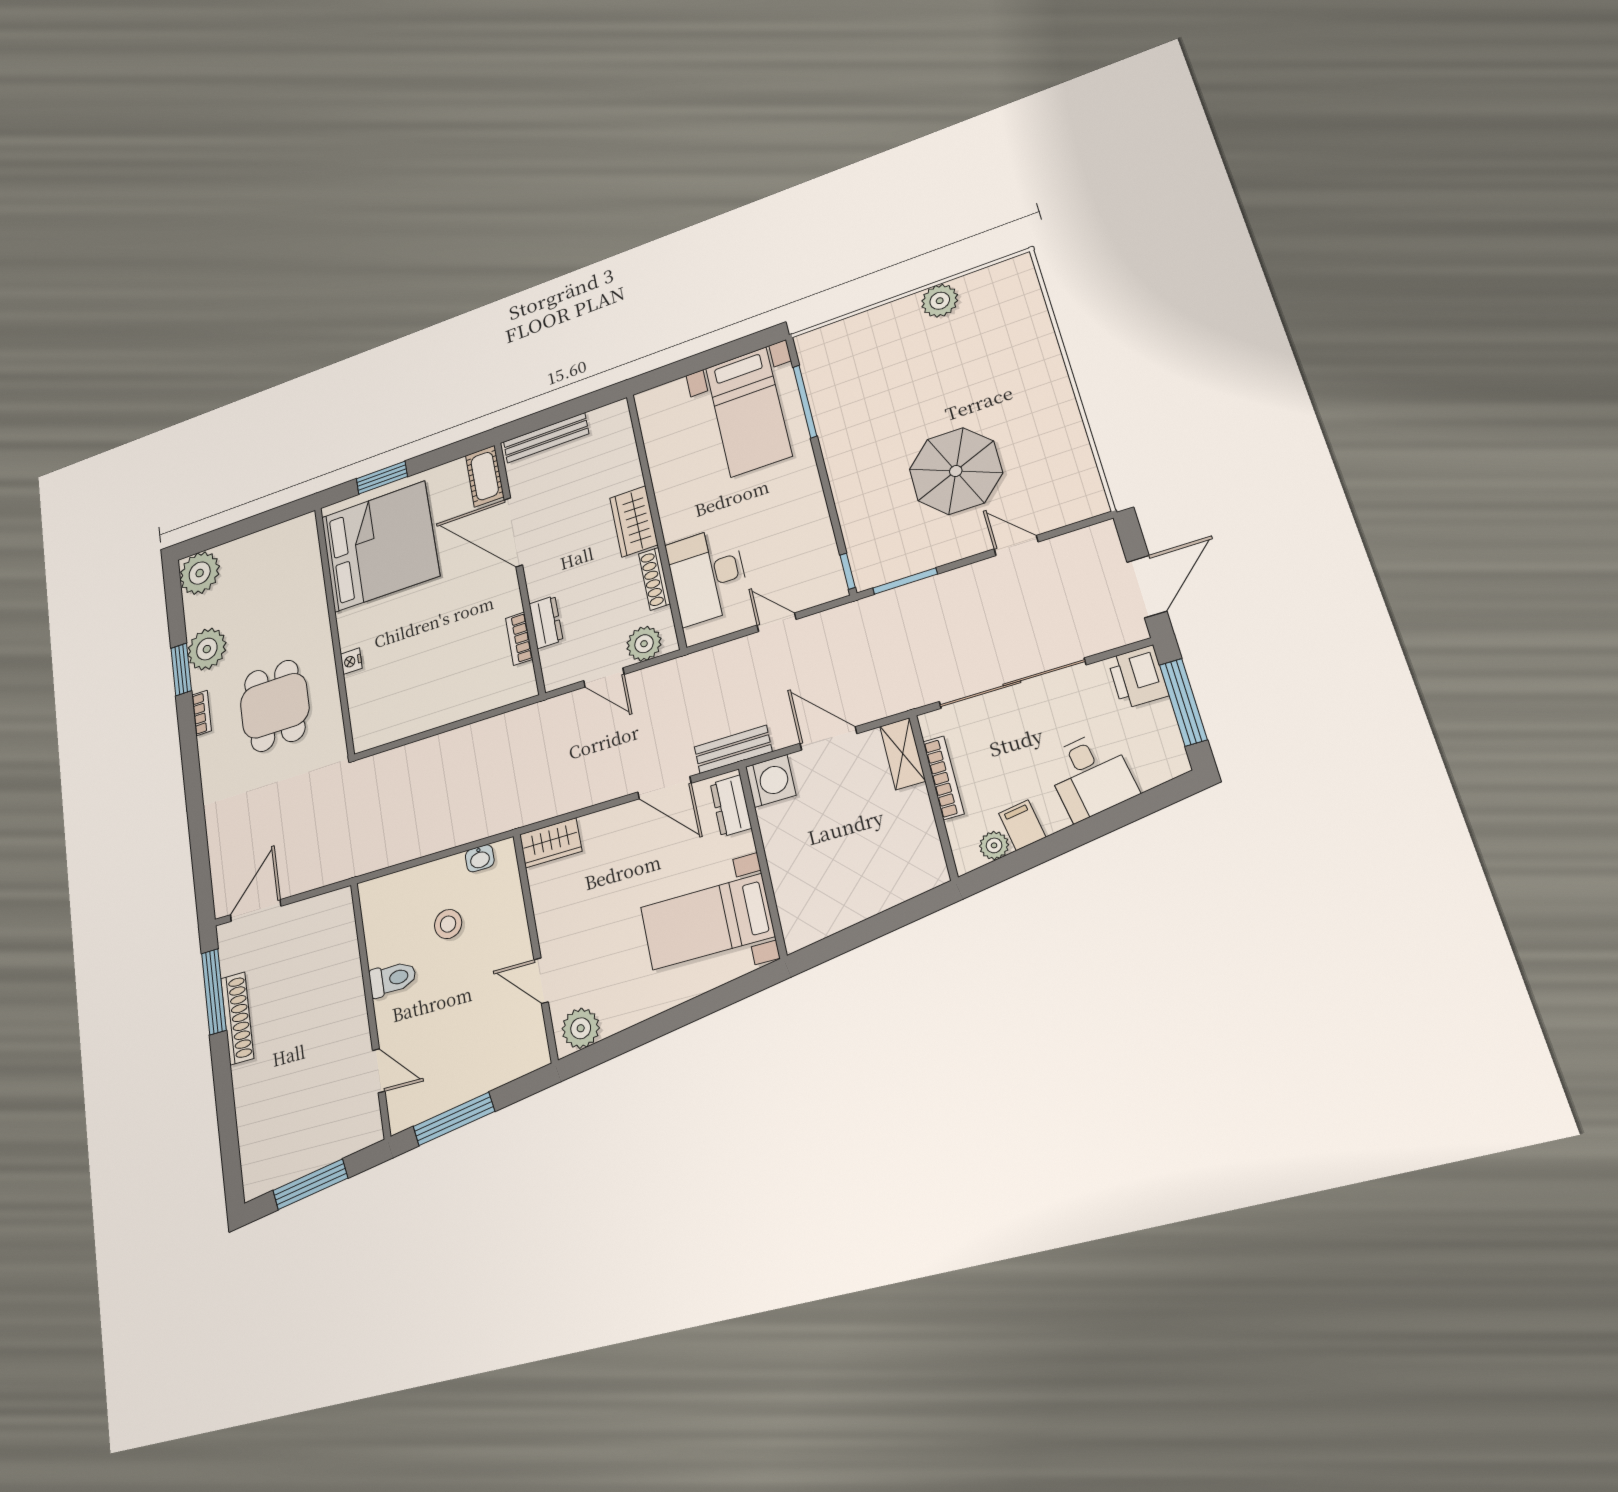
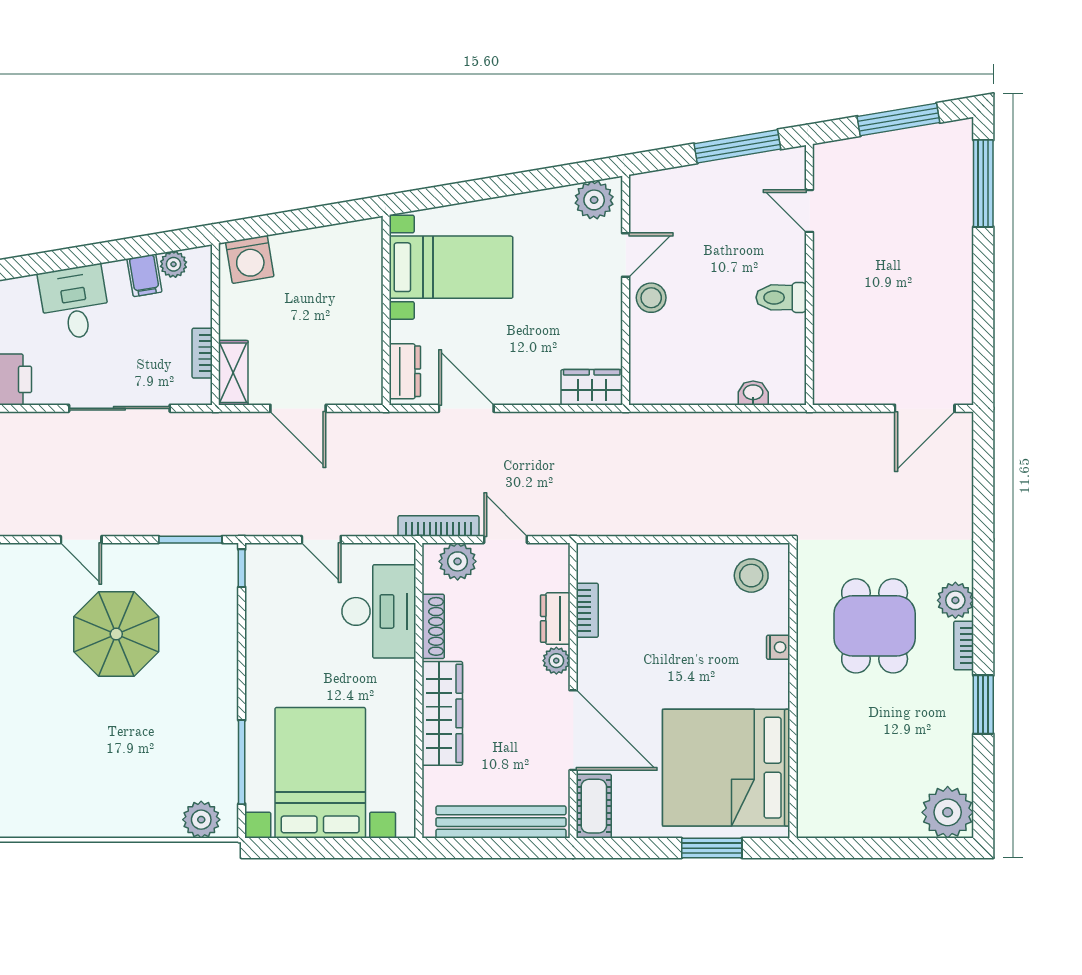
plant: (940, 301) -> (201, 820), moved
bed with nightstands: (748, 412) -> (320, 773), width x1.36
bench: (546, 438) -> (501, 822), width x1.37, depth x1.21
wardrobe: (634, 521) -> (442, 713), width x1.50
plant: (539, 586) -> (556, 661), added
plant: (207, 649) -> (955, 600), moved, width x0.73, depth x0.73
bookcase: (668, 670) -> (438, 526), added
sliding door: (1012, 683) -> (119, 408), width x0.73
stool: (383, 715) -> (751, 576), added
bench: (733, 749) -> (391, 426), removed
bookcase: (943, 778) -> (202, 353), width x0.64
washing machine: (771, 781) -> (250, 259), moved, turned -100
washbasin: (480, 858) -> (753, 393), moved
stool: (448, 924) -> (651, 298), moved
door: (541, 981) -> (626, 255), hinge flipped
window: (214, 992) -> (983, 183), moved
shoe rack: (237, 1018) -> (959, 302), removed

